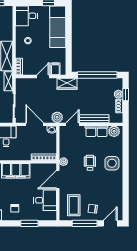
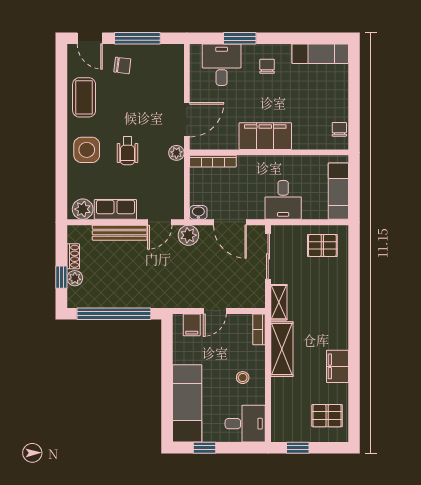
wardrobe: (67, 84) -> (170, 298), removed
desk: (45, 200) -> (222, 65), moved, turned 90
coffee table: (74, 205) -> (84, 97), moved
door: (110, 223) -> (90, 38), hinge flipped

